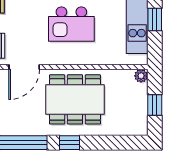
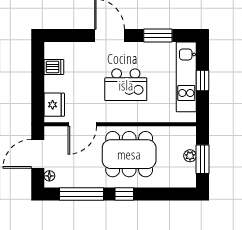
plant: (141, 76) -> (190, 156), moved
window: (155, 105) -> (203, 159), width x1.50

